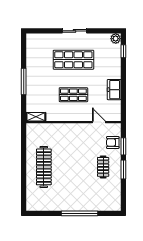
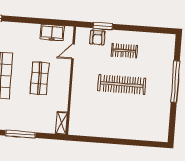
freezer: (114, 90) -> (52, 33), moved
clothes rail: (44, 167) -> (122, 84), moved
window: (123, 169) -> (129, 28), removed

